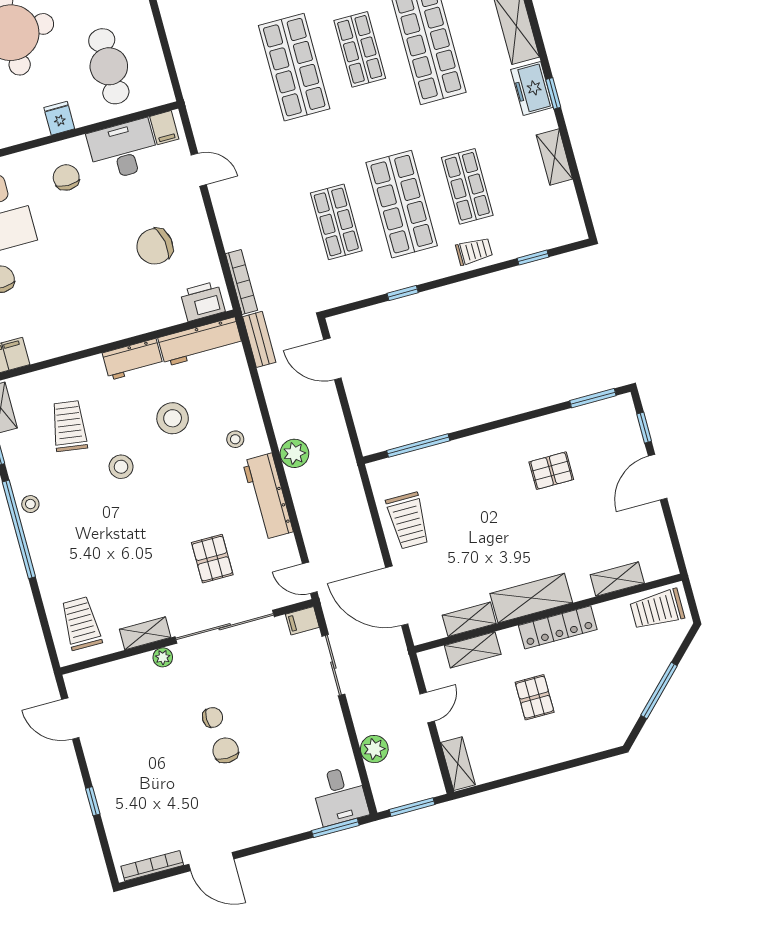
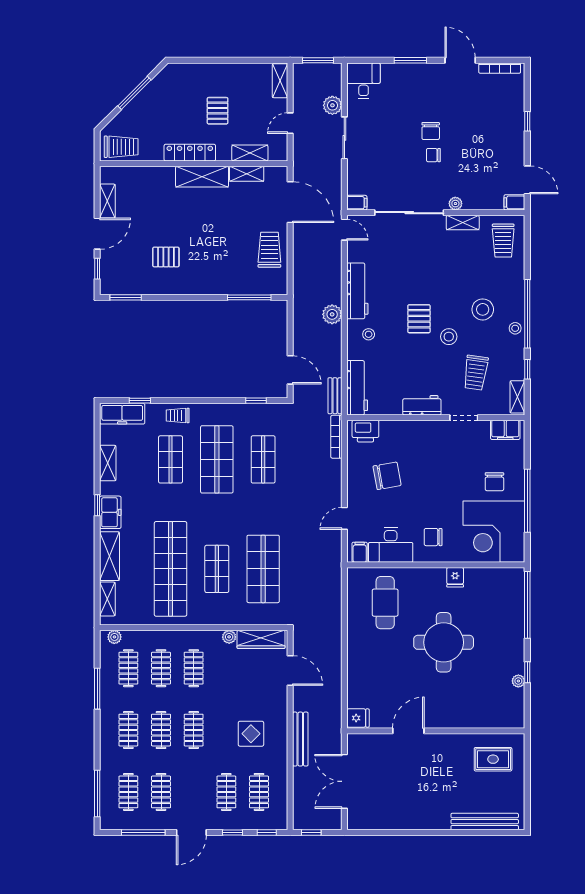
fridge: (59, 118) -> (455, 577), moved
door: (199, 170) -> (344, 518), hinge flipped
chair: (66, 177) -> (433, 537), turned 90
freezer: (553, 232) -> (122, 414), added
window: (403, 293) -> (256, 401), moved
workbench: (200, 342) -> (357, 388), moved, turned 90
doorway: (69, 358) -> (464, 418), added
stool: (173, 418) -> (483, 309), moved
pallet: (212, 559) -> (419, 319), moved
shelving: (617, 579) -> (107, 201), moved, turned 90
sliding door: (333, 665) -> (344, 138), moved
filing cabinet: (80, 682) -> (514, 202), added
window: (335, 828) -> (410, 60), moved

